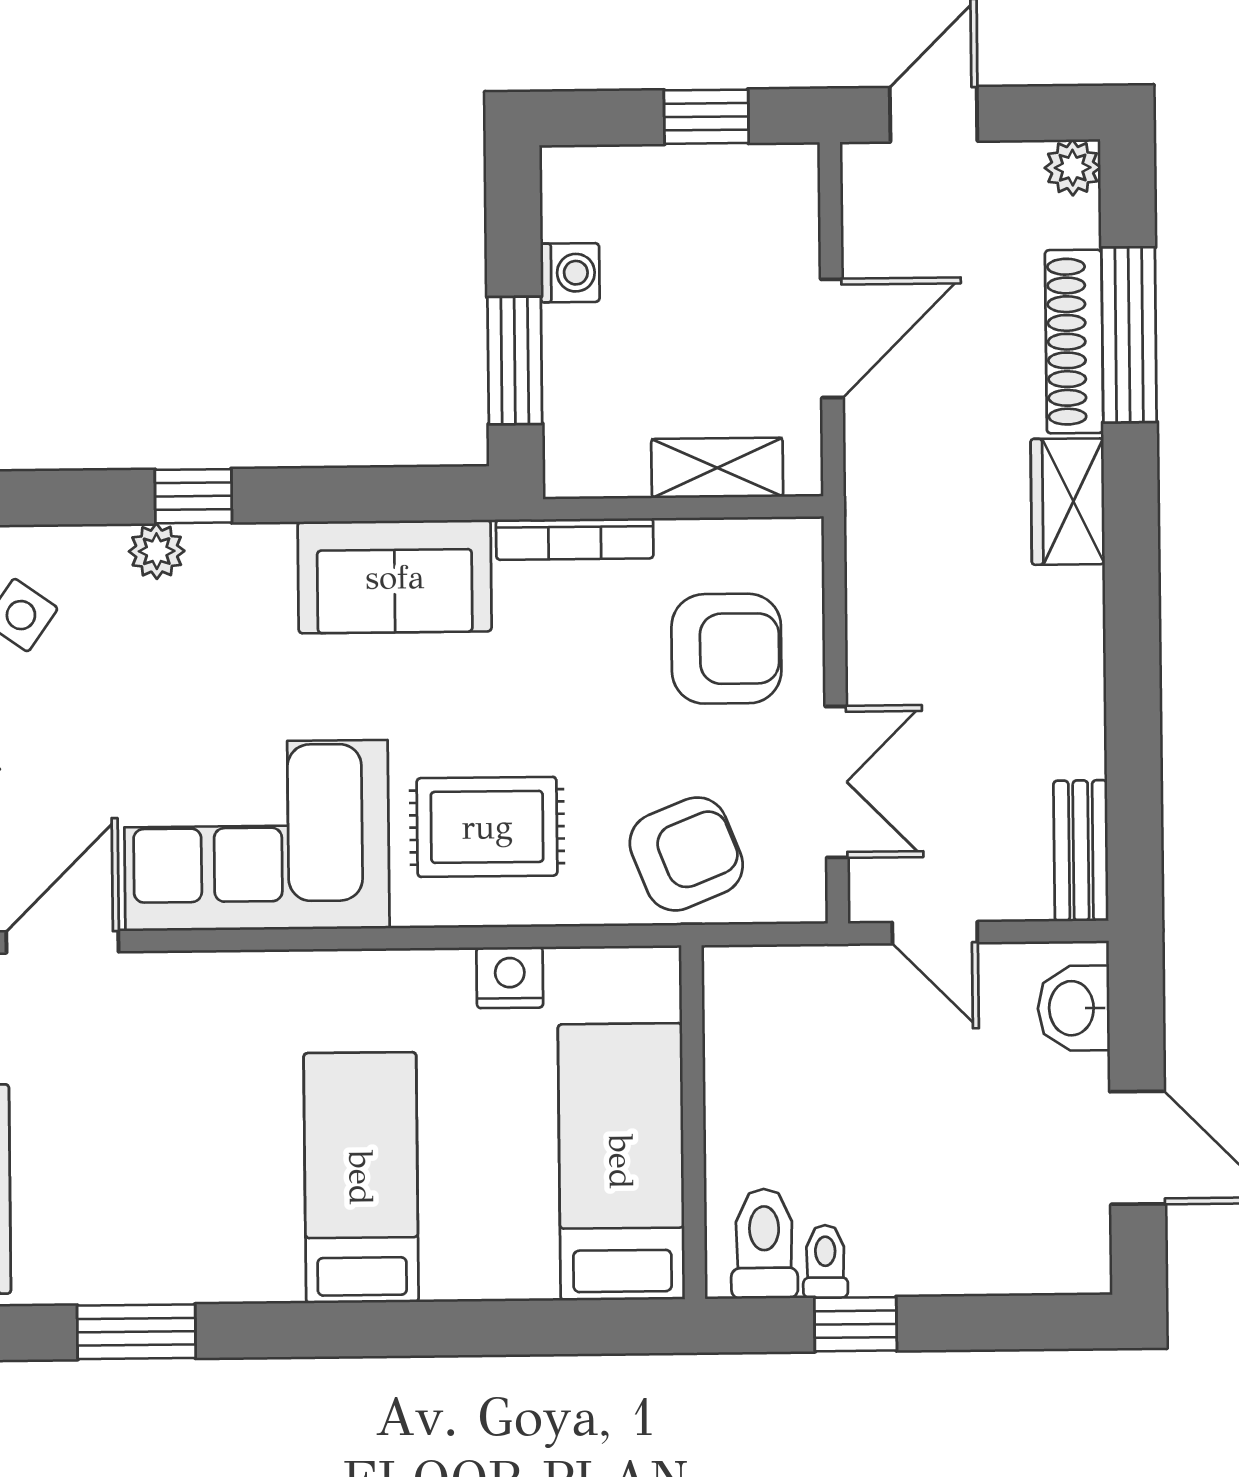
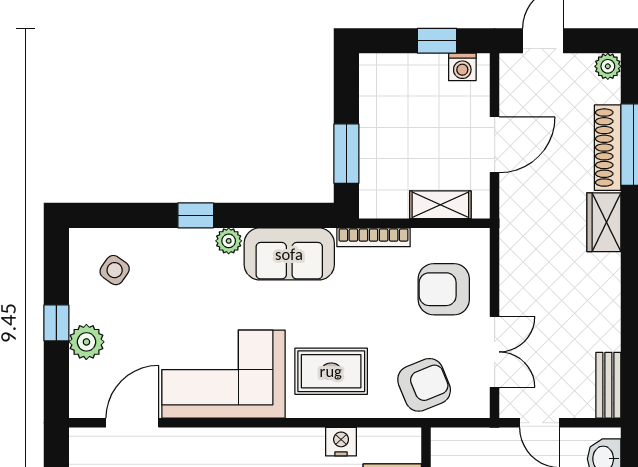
washing machine: (570, 273) -> (462, 67), moved, turned 90
plant: (157, 551) -> (229, 241), moved
armchair: (726, 649) -> (444, 289), turned 180

